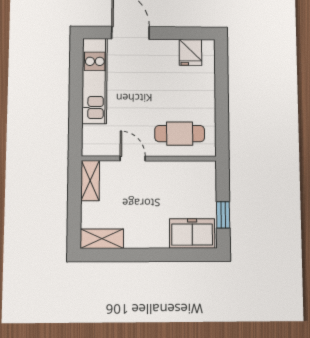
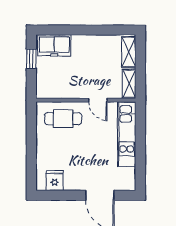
kitchen unit: (95, 81) -> (127, 134), moved
shelving: (102, 239) -> (129, 52), moved, turned 90

